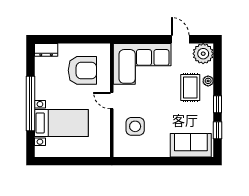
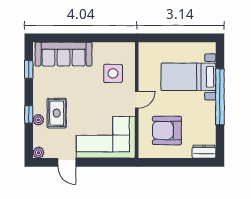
plant: (203, 54) -> (38, 153), width x0.53, depth x0.53
door: (112, 101) -> (137, 100), hinge flipped
window: (218, 104) -> (29, 114), moved
sofa: (191, 145) -> (64, 54), width x1.36

